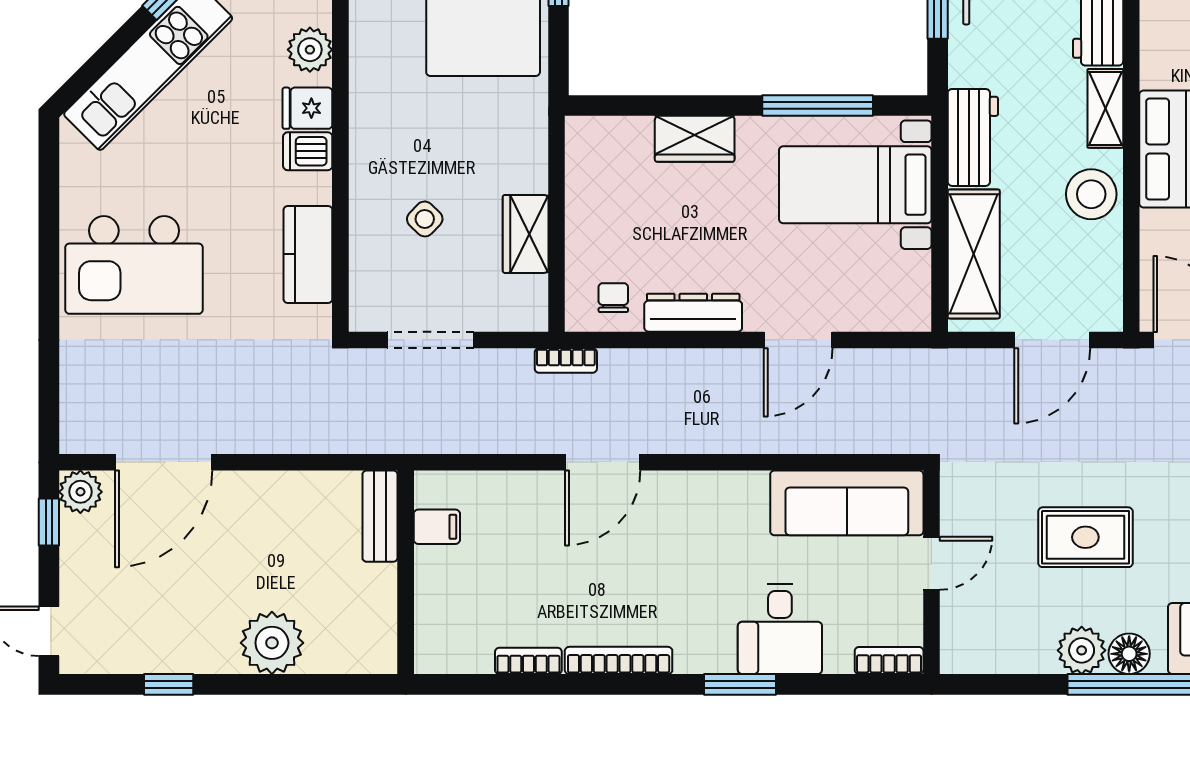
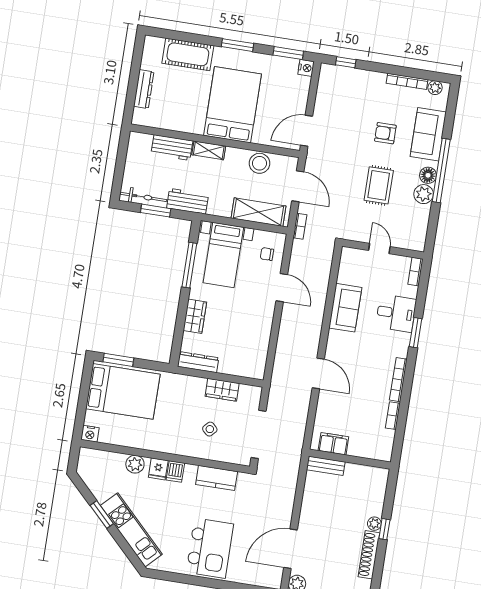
workbench: (973, 137) -> (188, 201), moved
stool: (1091, 194) -> (259, 163), moved
chair: (613, 298) -> (267, 254), moved
dresser: (693, 313) -> (198, 362), moved, turned 90
doorway: (431, 340) -> (258, 434), width x1.36
bookcase: (566, 360) -> (300, 226), moved
door: (164, 462) -> (290, 549), swing flipped
sofa: (847, 503) -> (345, 308), moved, width x0.73
filing cabinet: (437, 527) -> (333, 444), width x2.00
plant: (272, 643) -> (374, 524), width x0.53, depth x0.53
shoe rack: (179, 656) -> (369, 555), added
window: (169, 684) -> (384, 529), moved

